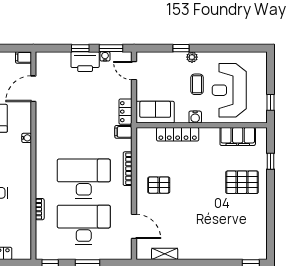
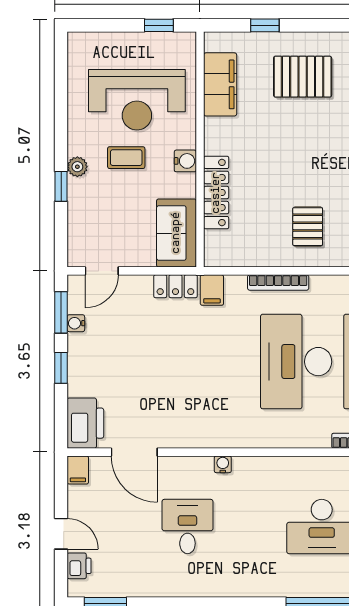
printer: (85, 62) -> (85, 423), moved
pallet: (242, 182) -> (303, 77), turned 90

